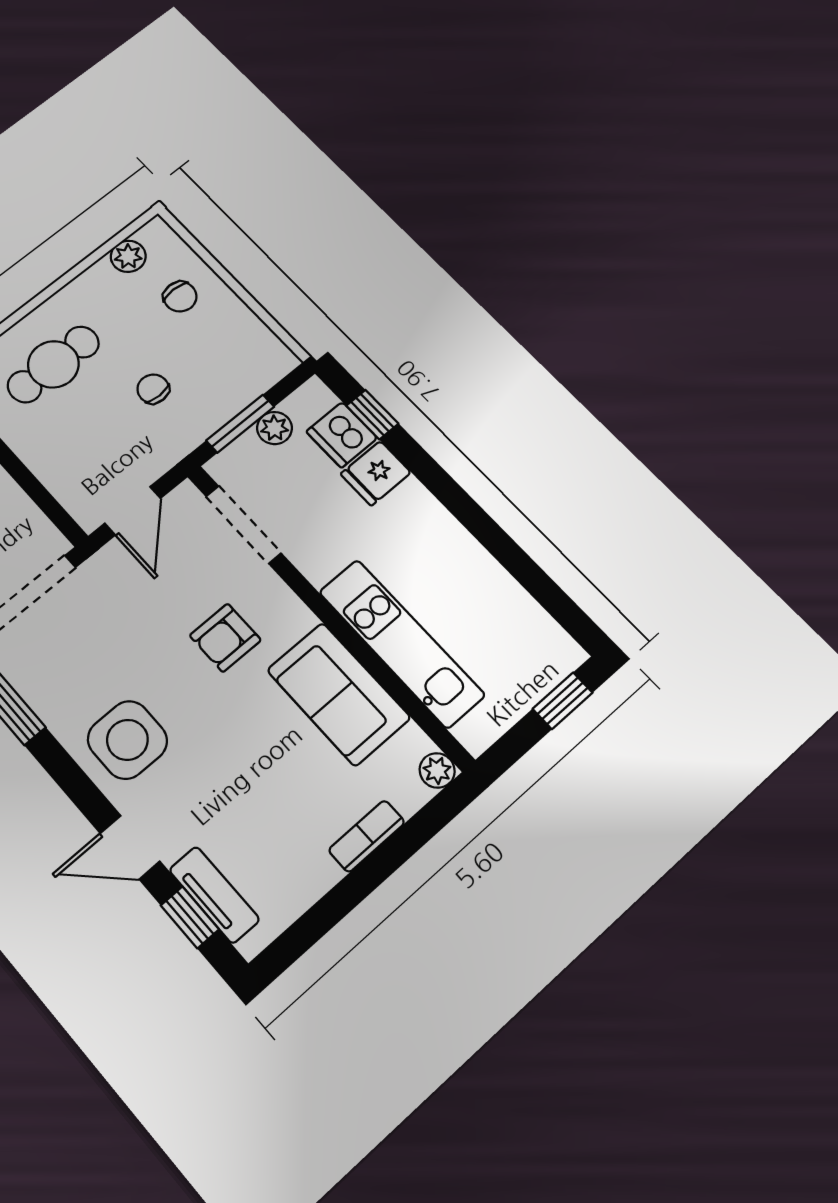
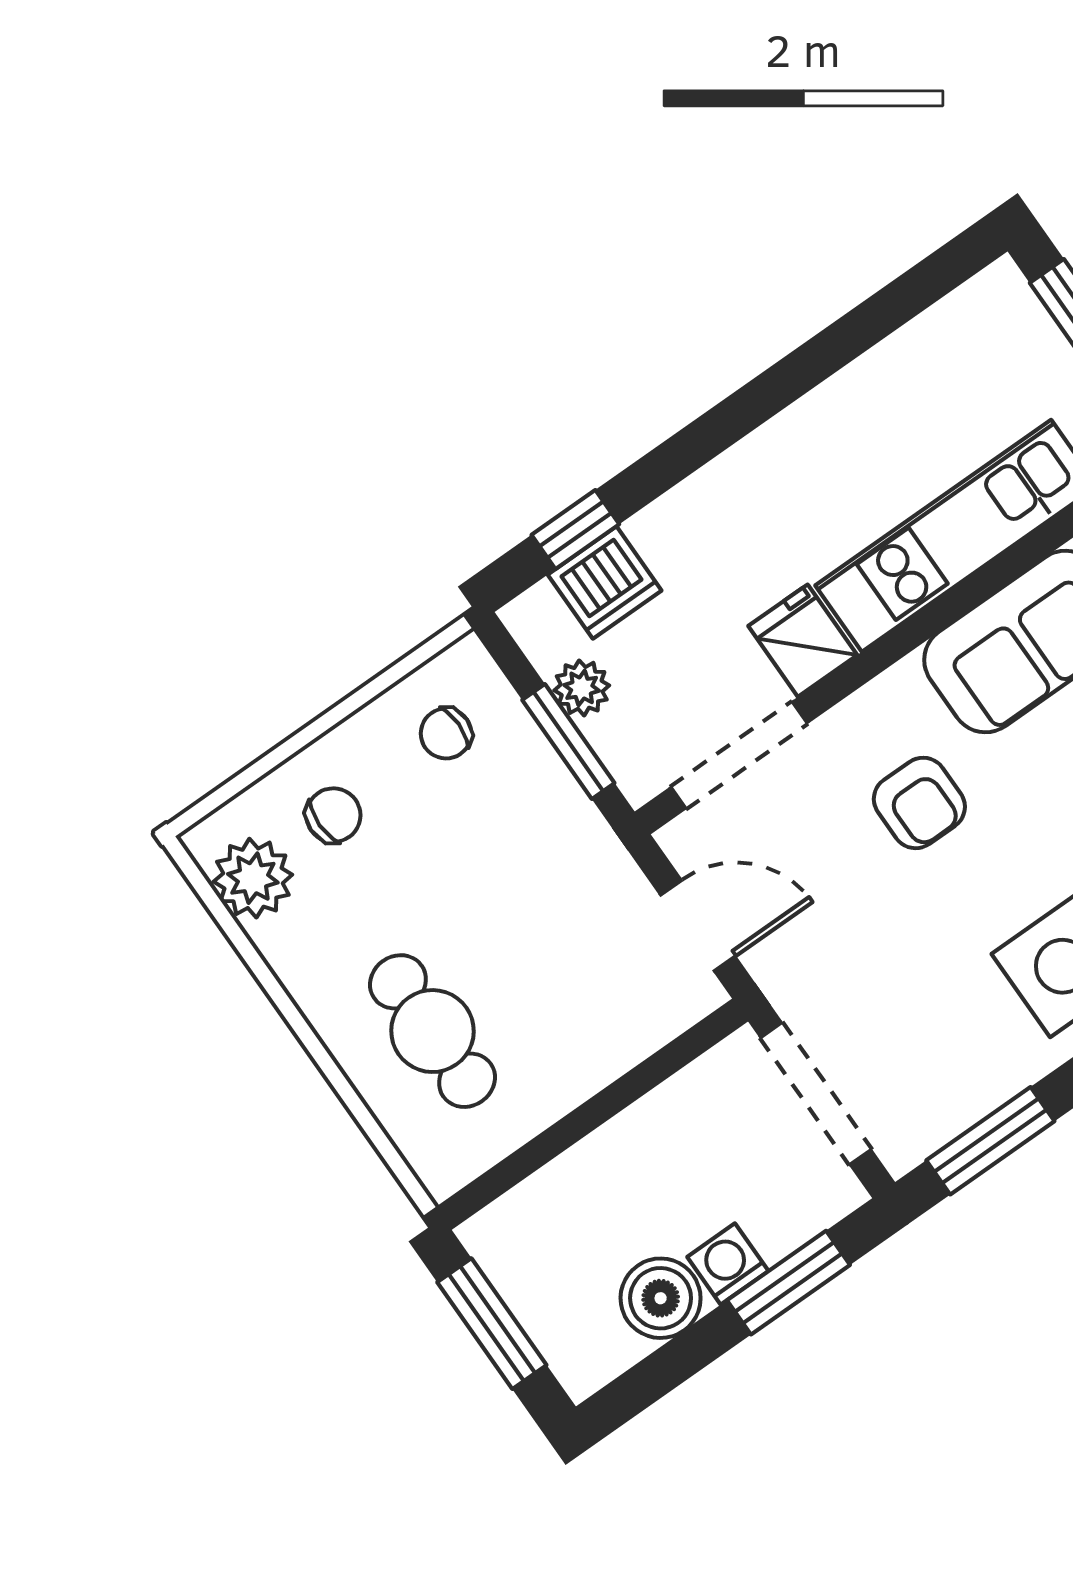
plant: (128, 256) -> (253, 878), width x1.38, depth x1.38
chair: (153, 389) -> (446, 733), moved
fridge: (376, 473) -> (803, 641), moved, turned 180

